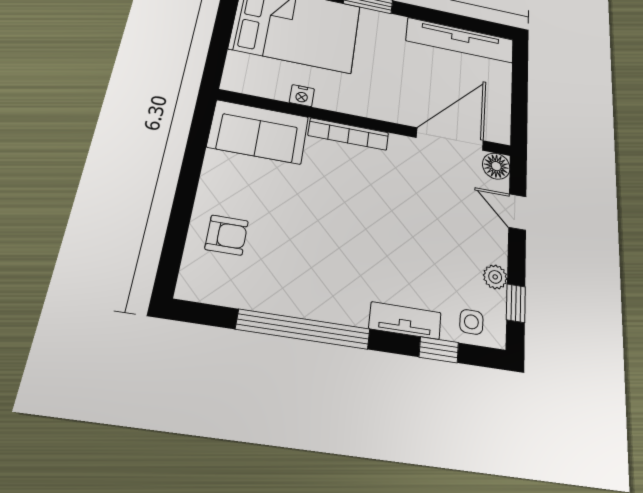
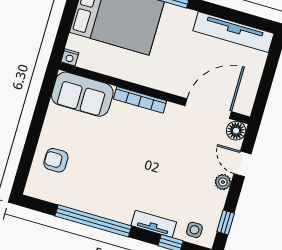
nightstand: (302, 96) -> (70, 57), moved
armchair: (227, 235) -> (56, 160), turned 180
plant: (495, 277) -> (223, 182), moved

